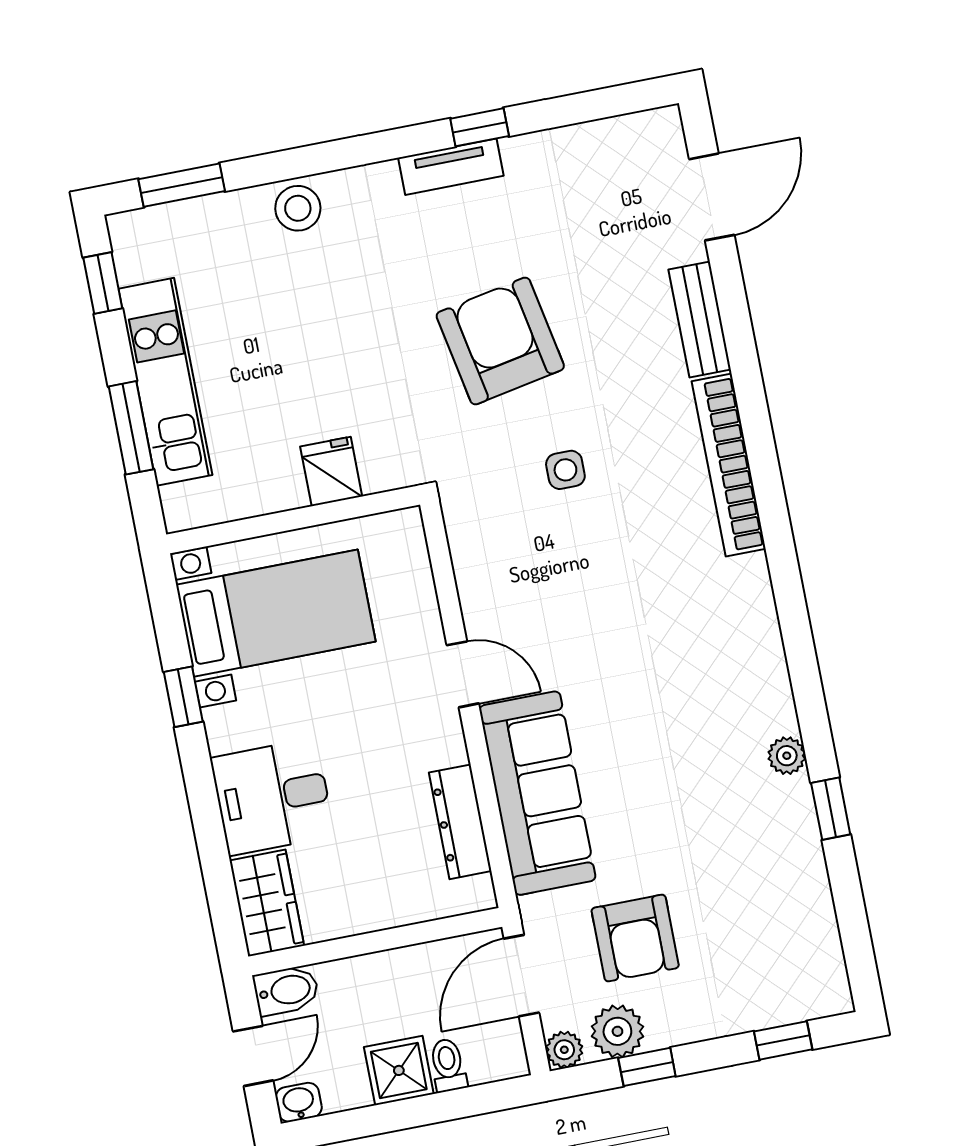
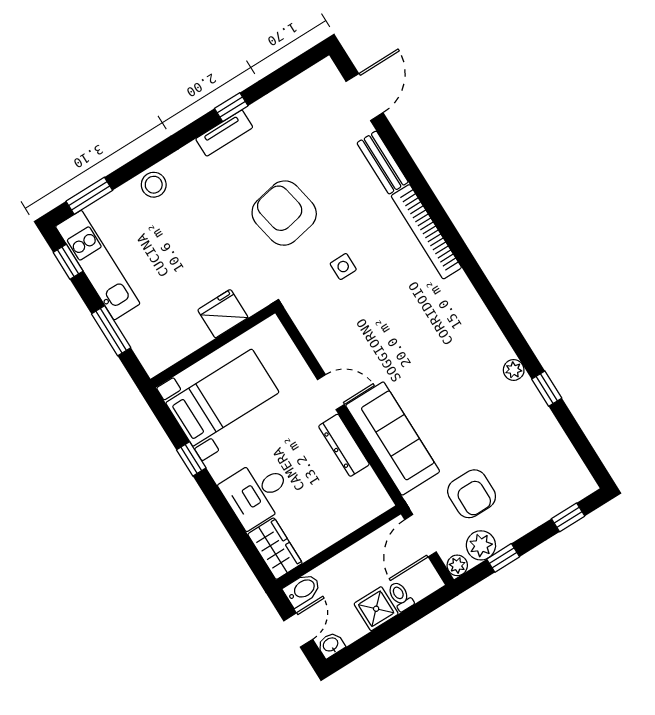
kitchen unit: (165, 382) -> (98, 265), moved
fridge: (331, 471) -> (223, 314), width x1.38
dresser: (460, 822) -> (344, 445), moved

